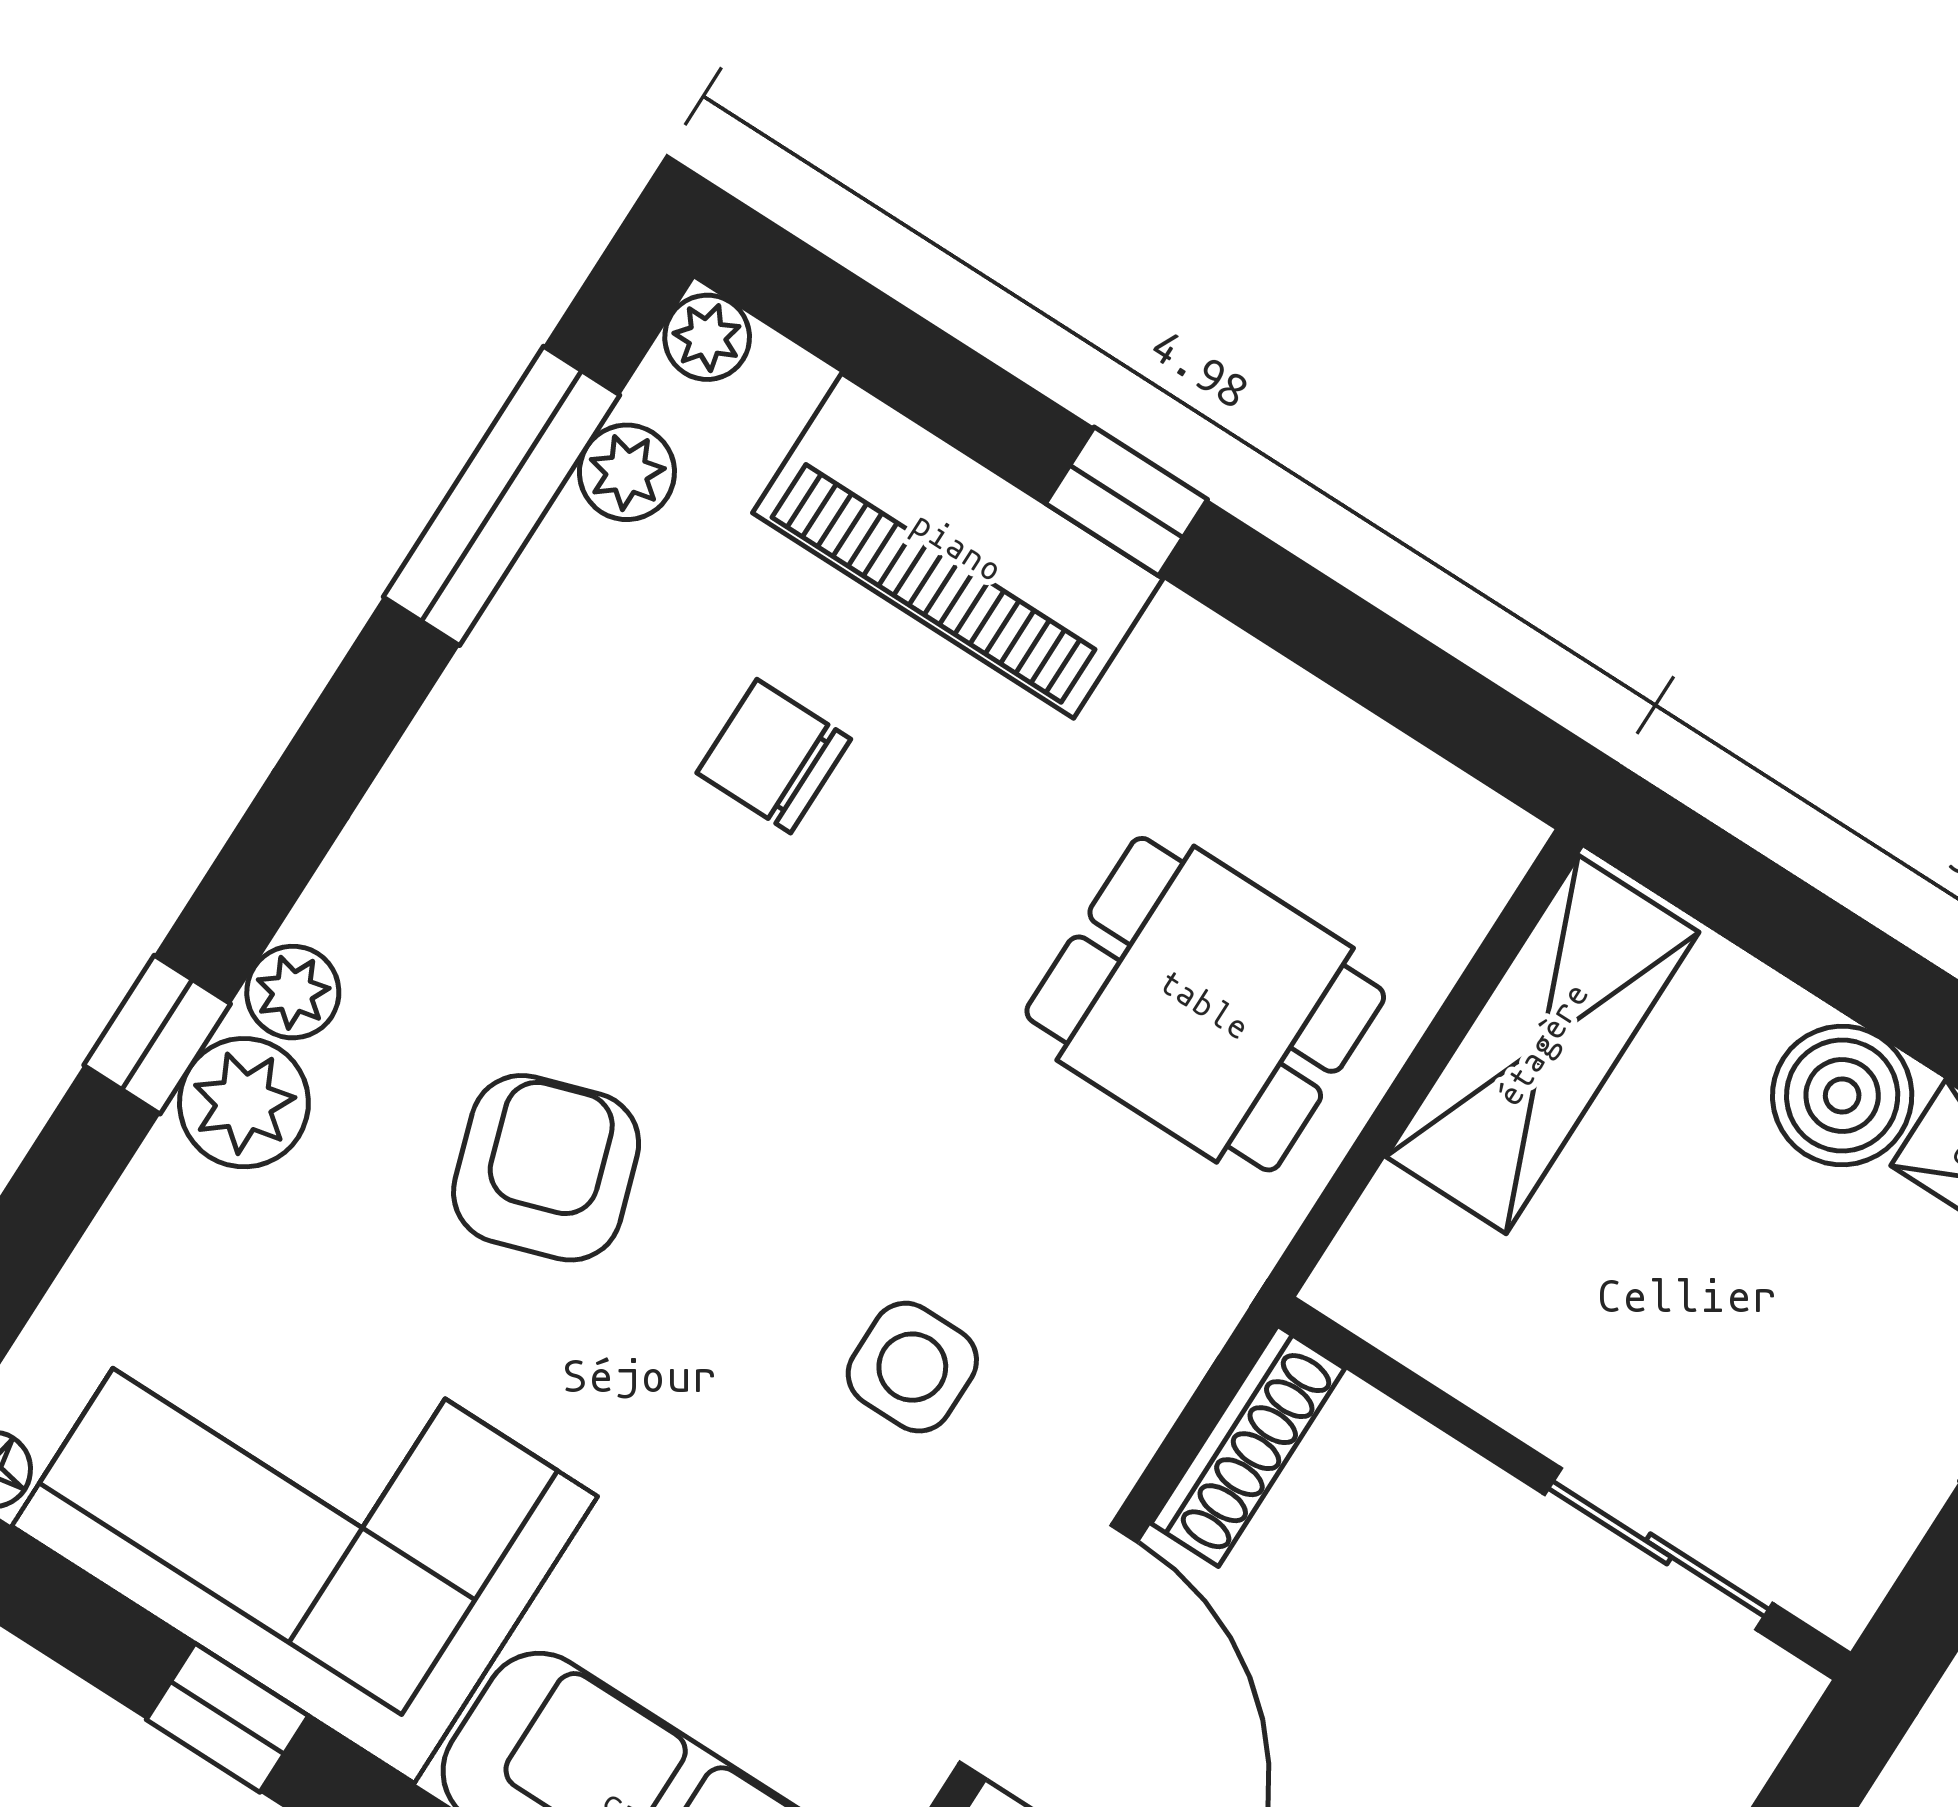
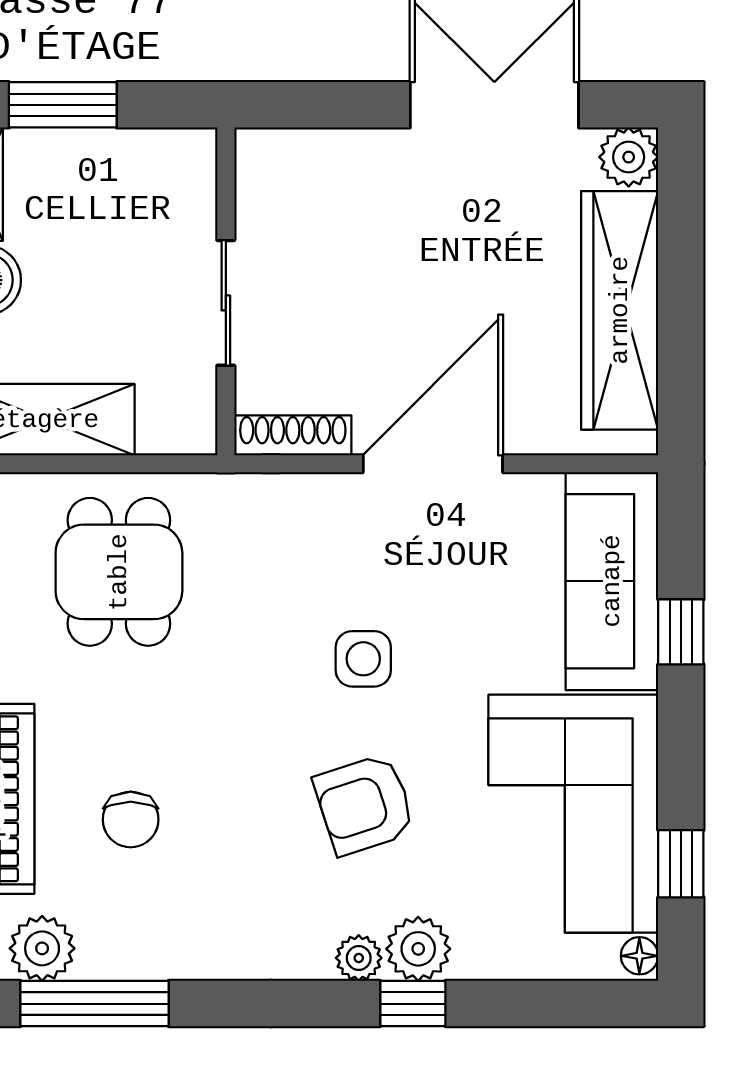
plant: (627, 472) -> (42, 948), width x1.38, depth x1.38
side table: (912, 1367) -> (363, 659), moved
sliding door: (1659, 1549) -> (226, 303), moved
window: (227, 1718) -> (681, 864), moved

